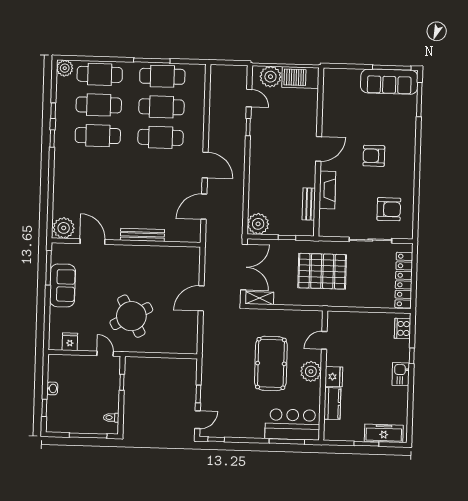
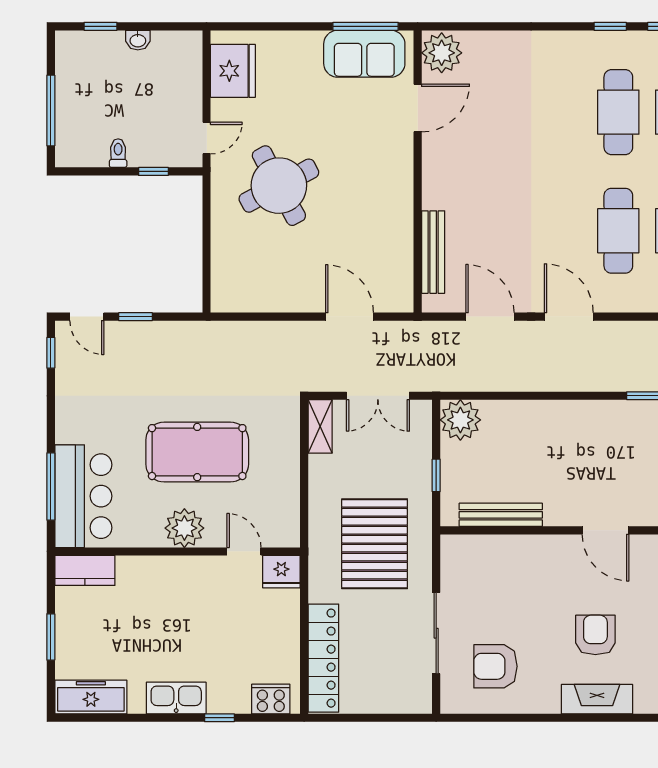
door: (205, 165) -> (569, 317), swing flipped
fireplace: (327, 190) -> (597, 699), moved, turned 180
bench: (309, 204) -> (501, 515), width x1.36
armchair: (389, 209) -> (495, 666), turned 90
bench: (142, 235) -> (433, 252), moved
double door: (244, 267) -> (378, 396), width x0.73
locker: (404, 280) -> (323, 658), moved, turned 90
sofa: (62, 285) -> (364, 54), moved
door: (201, 298) -> (350, 317), moved
fridge: (70, 342) -> (233, 71), width x1.88, depth x1.34
kitchen sink: (401, 374) -> (176, 698), width x1.38
fridge: (334, 377) -> (281, 572), moved
kitchen counter: (332, 404) -> (85, 570), moved
toilet: (111, 418) -> (118, 153), moved
freezer: (384, 433) -> (91, 697), moved, turned -90

